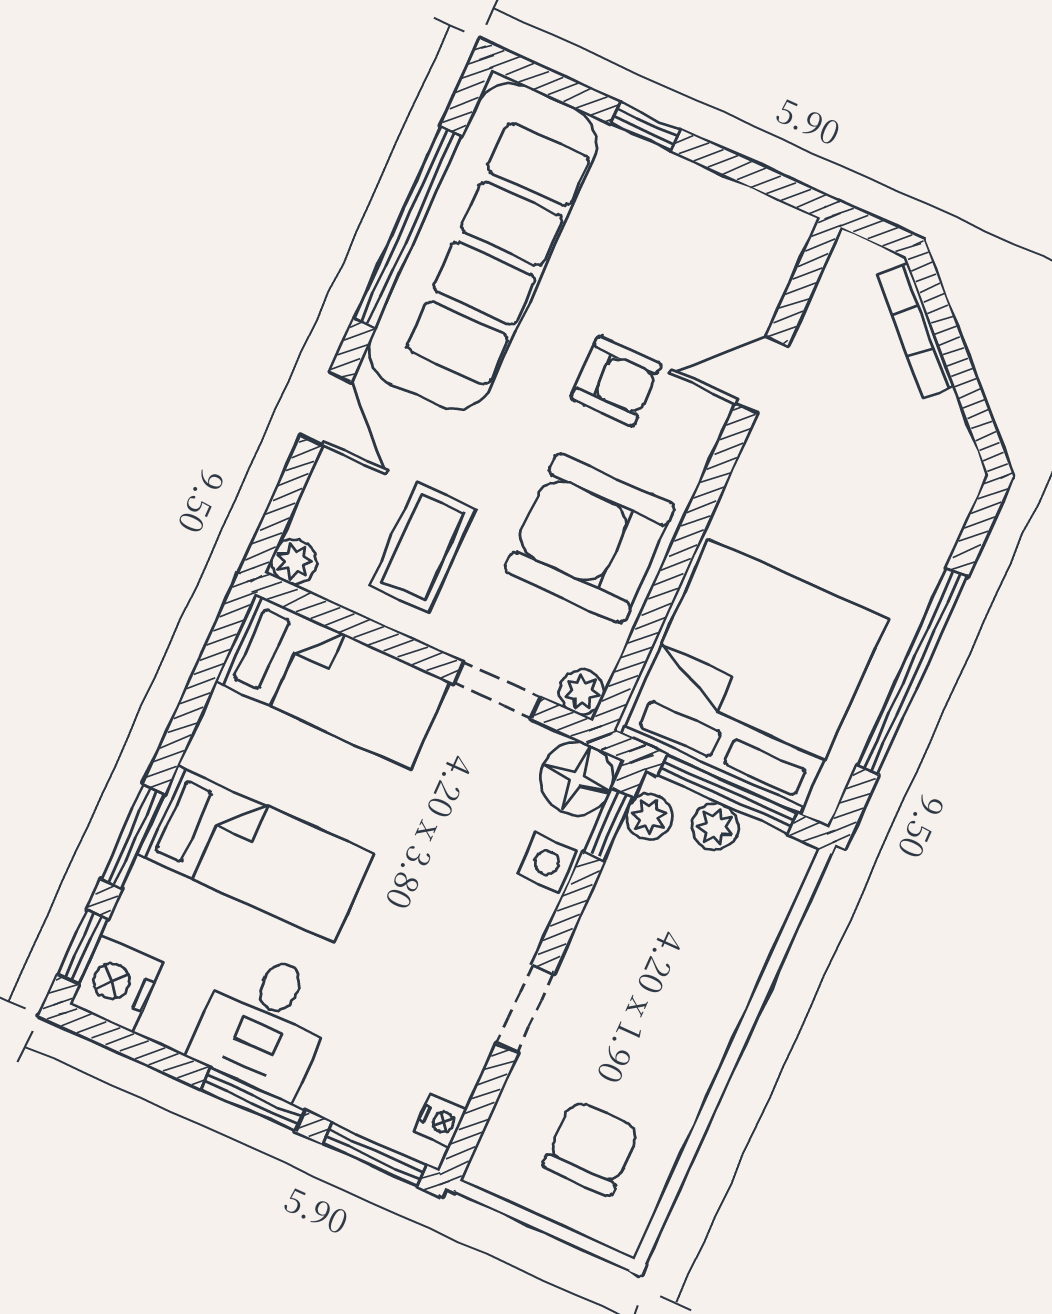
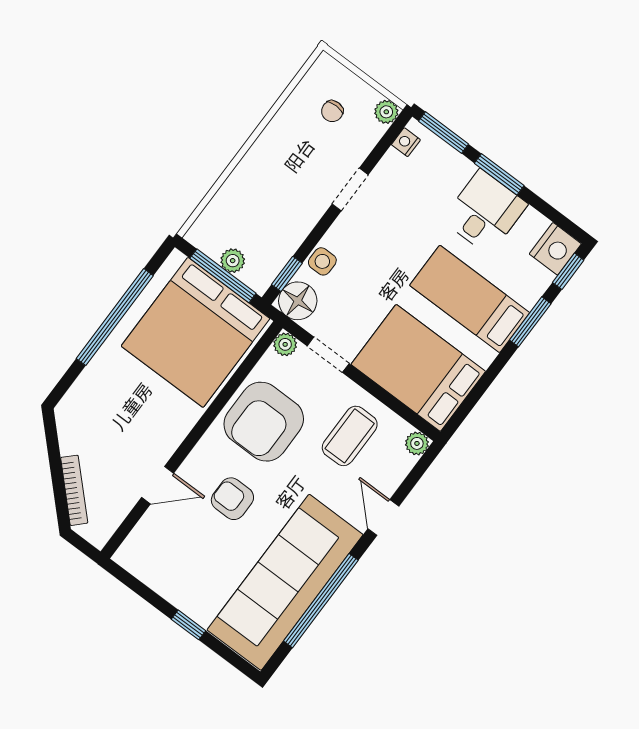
armchair: (590, 538) -> (264, 422), turned 90
bed: (333, 682) -> (418, 368), width x1.50
plant: (649, 817) -> (386, 112), moved
chair: (591, 1148) -> (332, 111), width x0.54, depth x0.54

